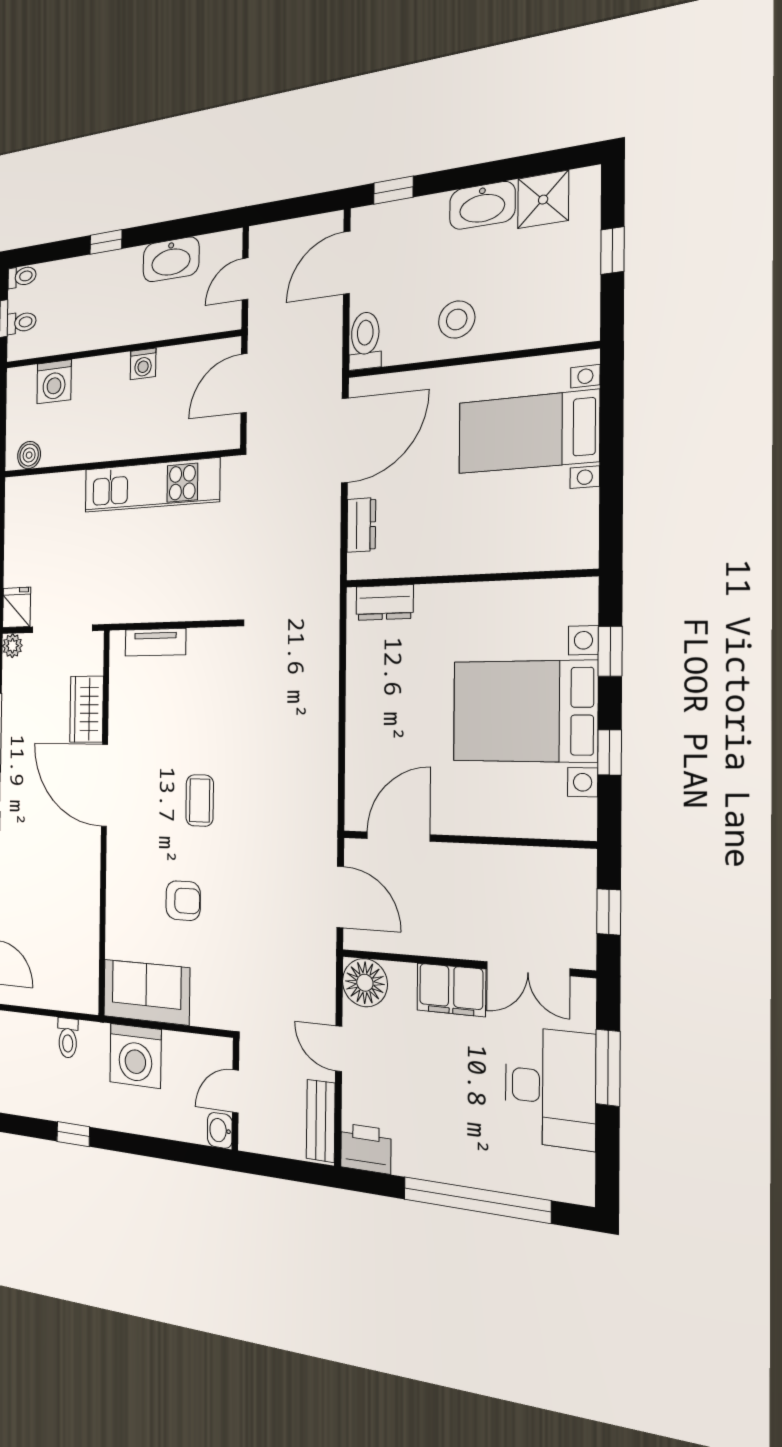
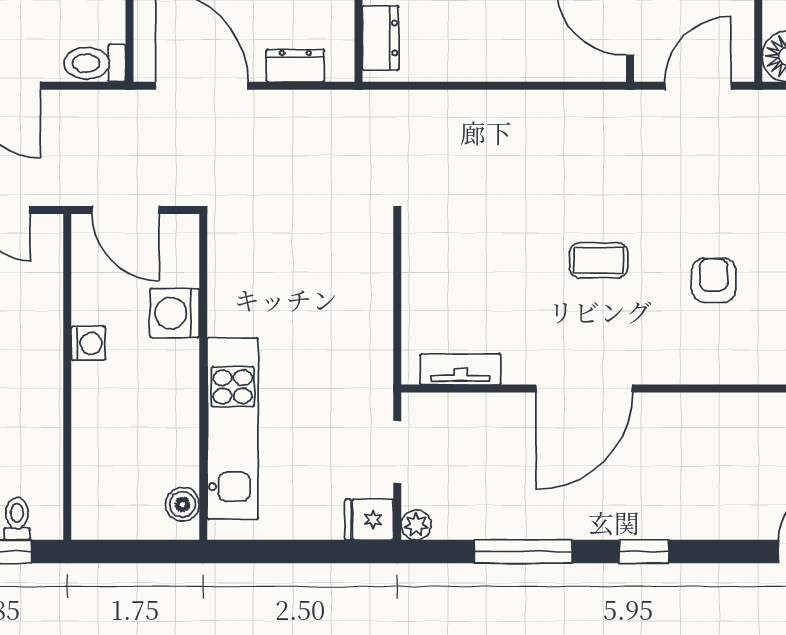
washing machine: (54, 382) -> (175, 313), moved, turned 180
kitchen unit: (151, 485) -> (233, 429), moved
doorway: (62, 629) -> (397, 452), width x0.73
tv unit: (155, 642) -> (460, 369), moved, turned -90
wardrobe: (87, 709) -> (494, 415), removed

